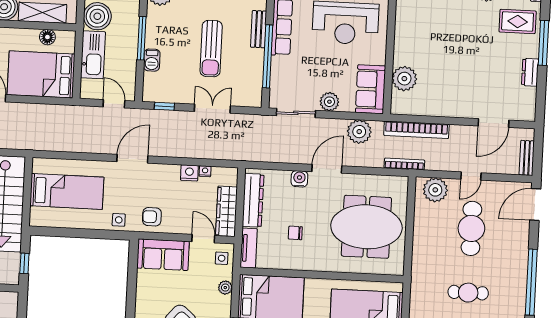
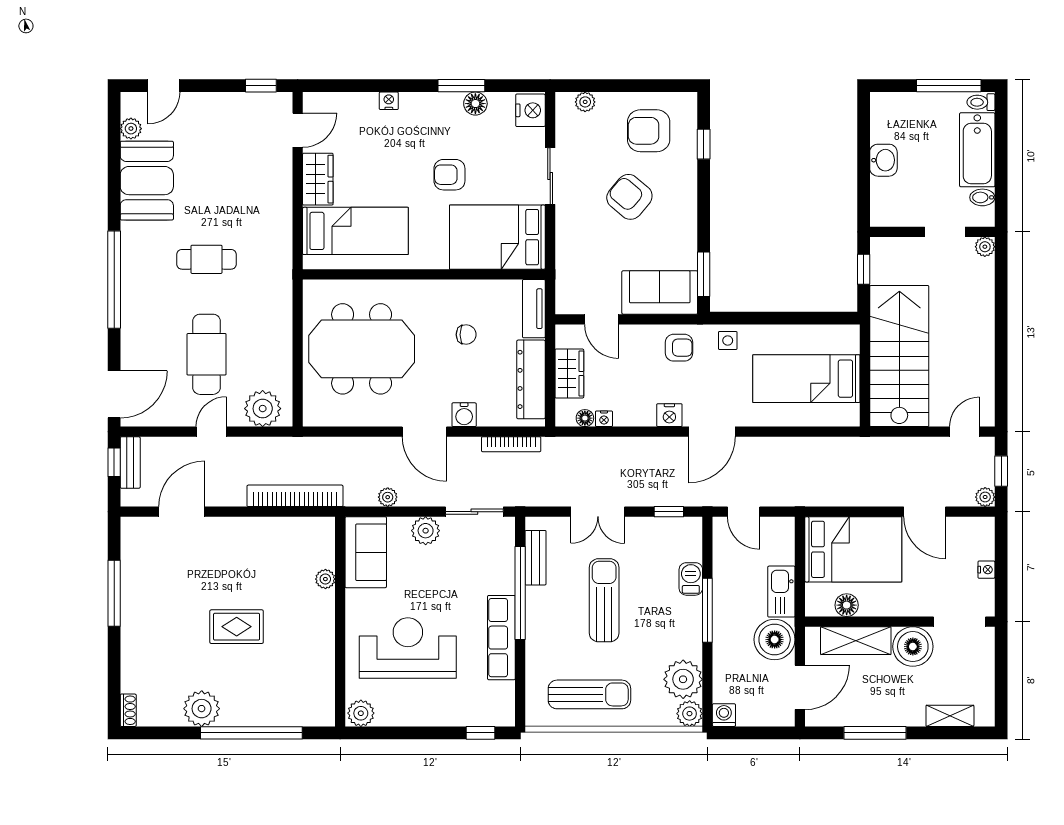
rug: (518, 22) -> (237, 627), moved
bench: (259, 29) -> (536, 558), moved
window: (543, 43) -> (114, 593), moved
kitchen sink: (93, 55) -> (781, 592), width x0.73, depth x0.81
dresser: (530, 72) -> (132, 589), removed
plant: (404, 79) -> (325, 579), width x0.53, depth x0.53
plant: (359, 132) -> (388, 497), width x0.53, depth x0.53
window: (538, 159) -> (114, 462), added
bookcase: (404, 164) -> (511, 444), moved
door: (327, 169) -> (424, 432), hinge flipped
floor lamp: (218, 172) -> (585, 418), added
nightstand: (189, 173) -> (669, 415), moved
wardrobe: (226, 211) -> (569, 373), width x0.67
side table: (222, 258) -> (573, 292), removed
window: (133, 265) -> (704, 274), added
plant: (225, 288) -> (565, 249), removed

